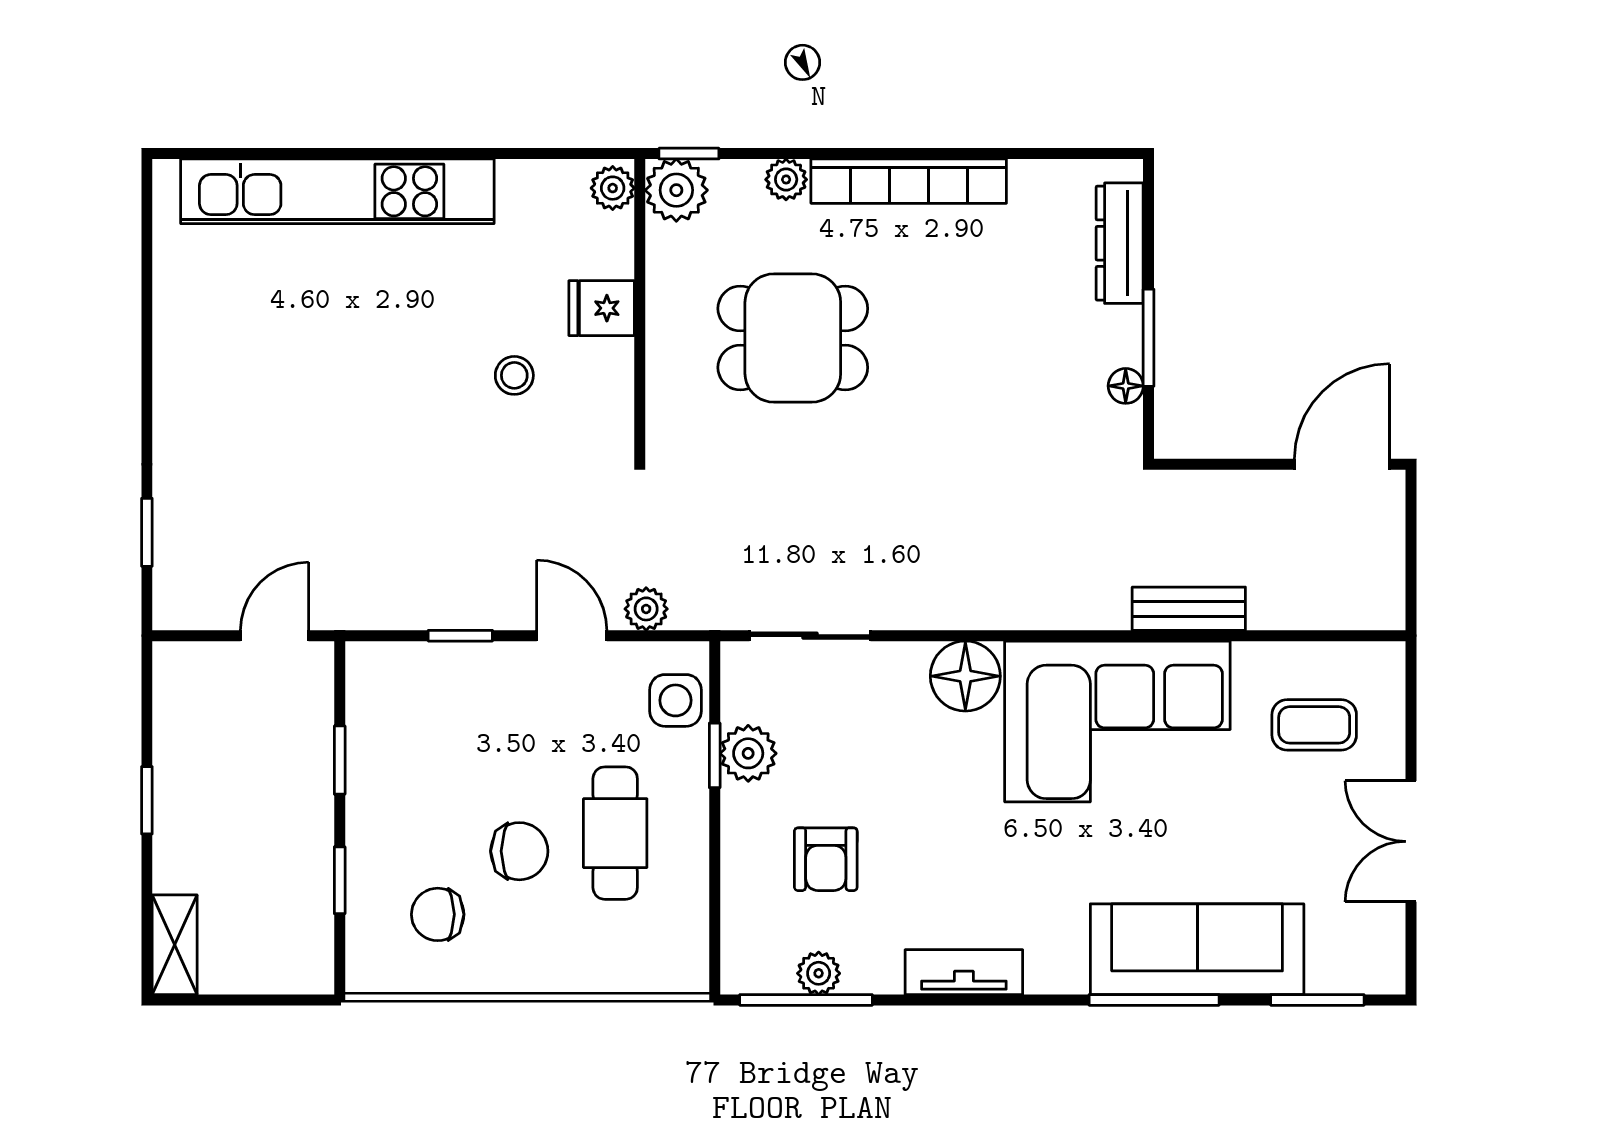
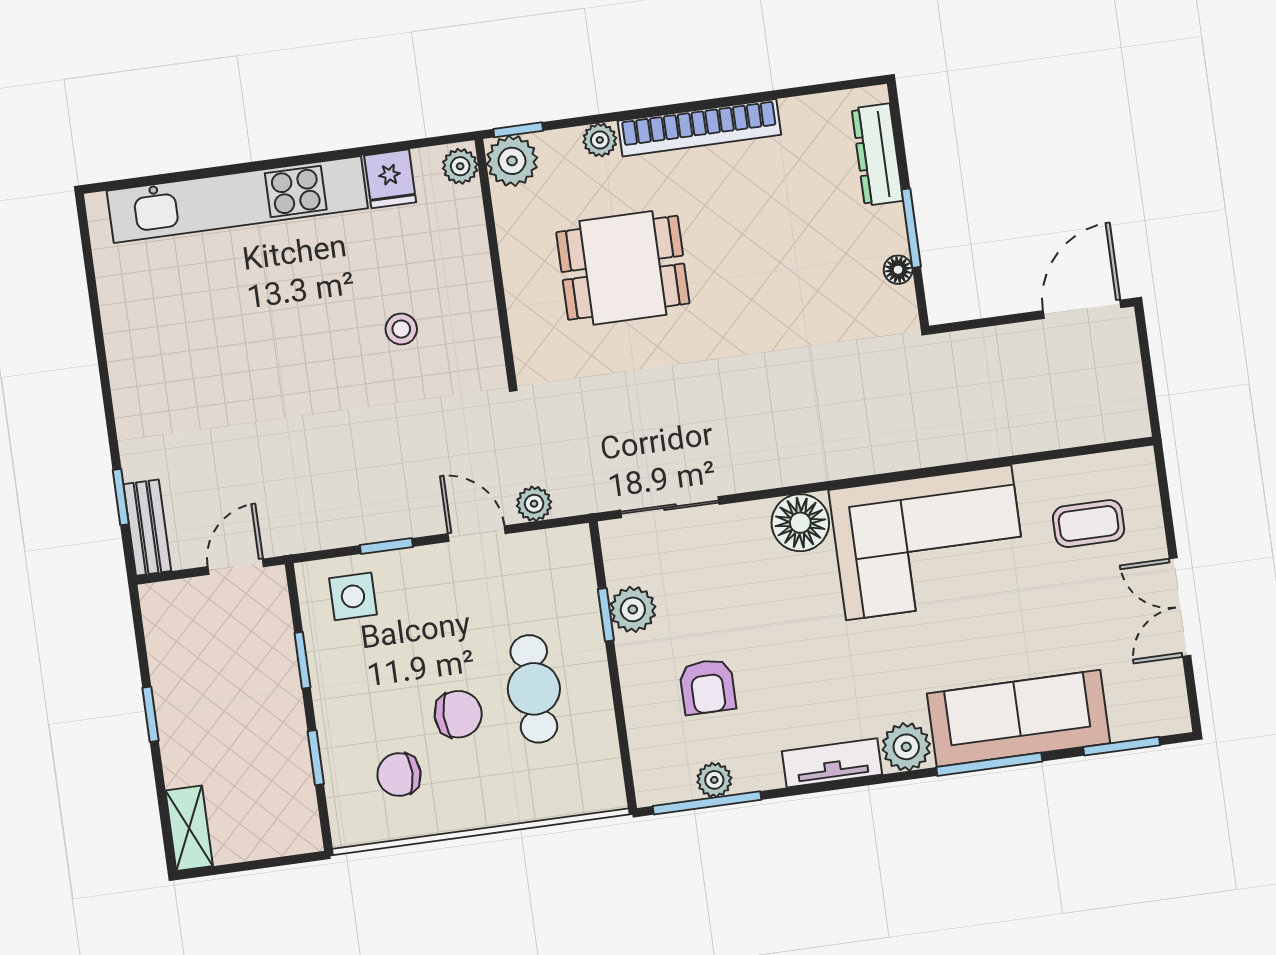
fridge: (602, 308) -> (390, 179), moved, turned -90
bench: (1189, 609) -> (147, 528), moved, turned 90
side table: (676, 700) -> (353, 596), moved
plant: (1056, 965) -> (906, 747), added

